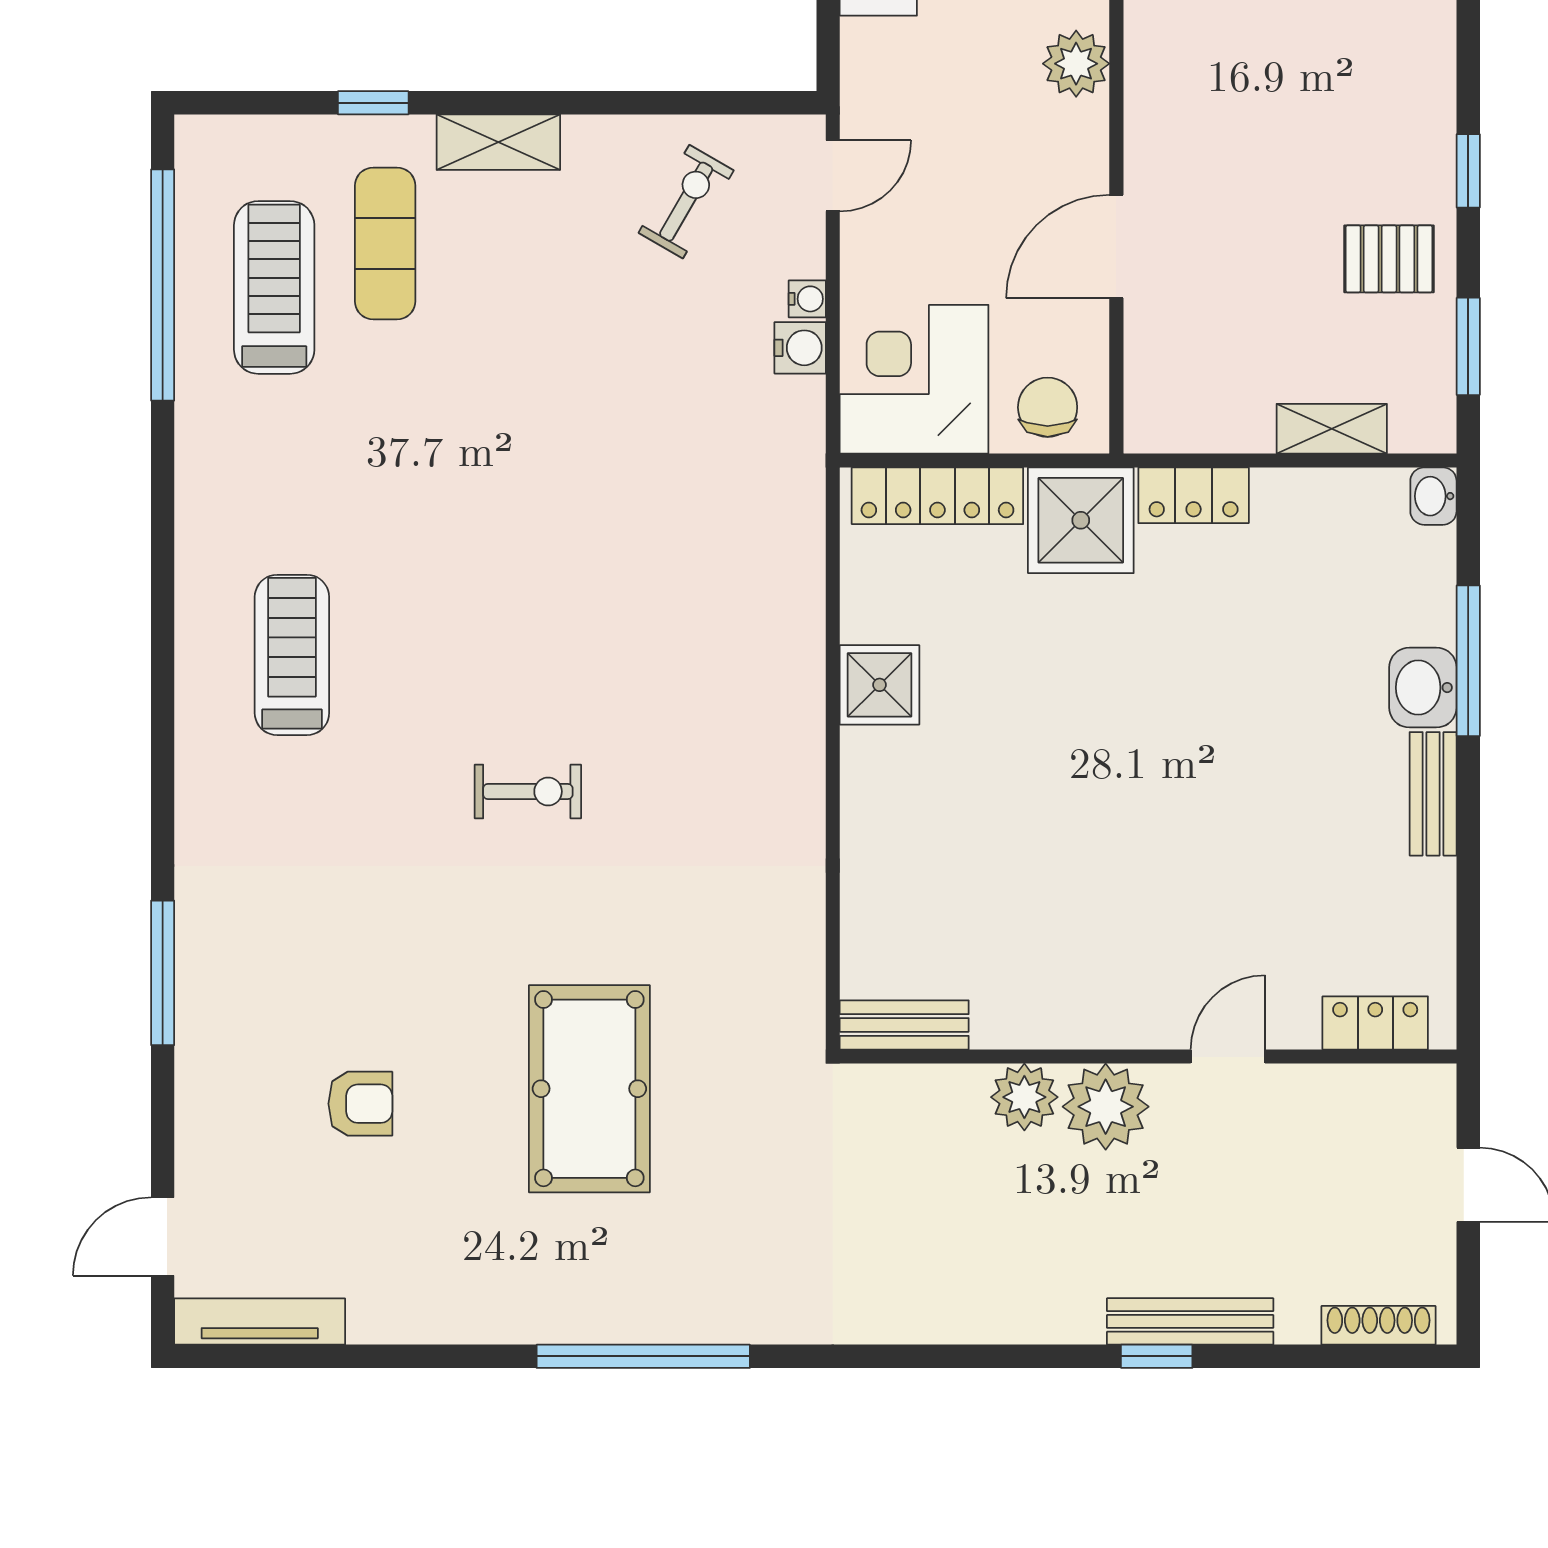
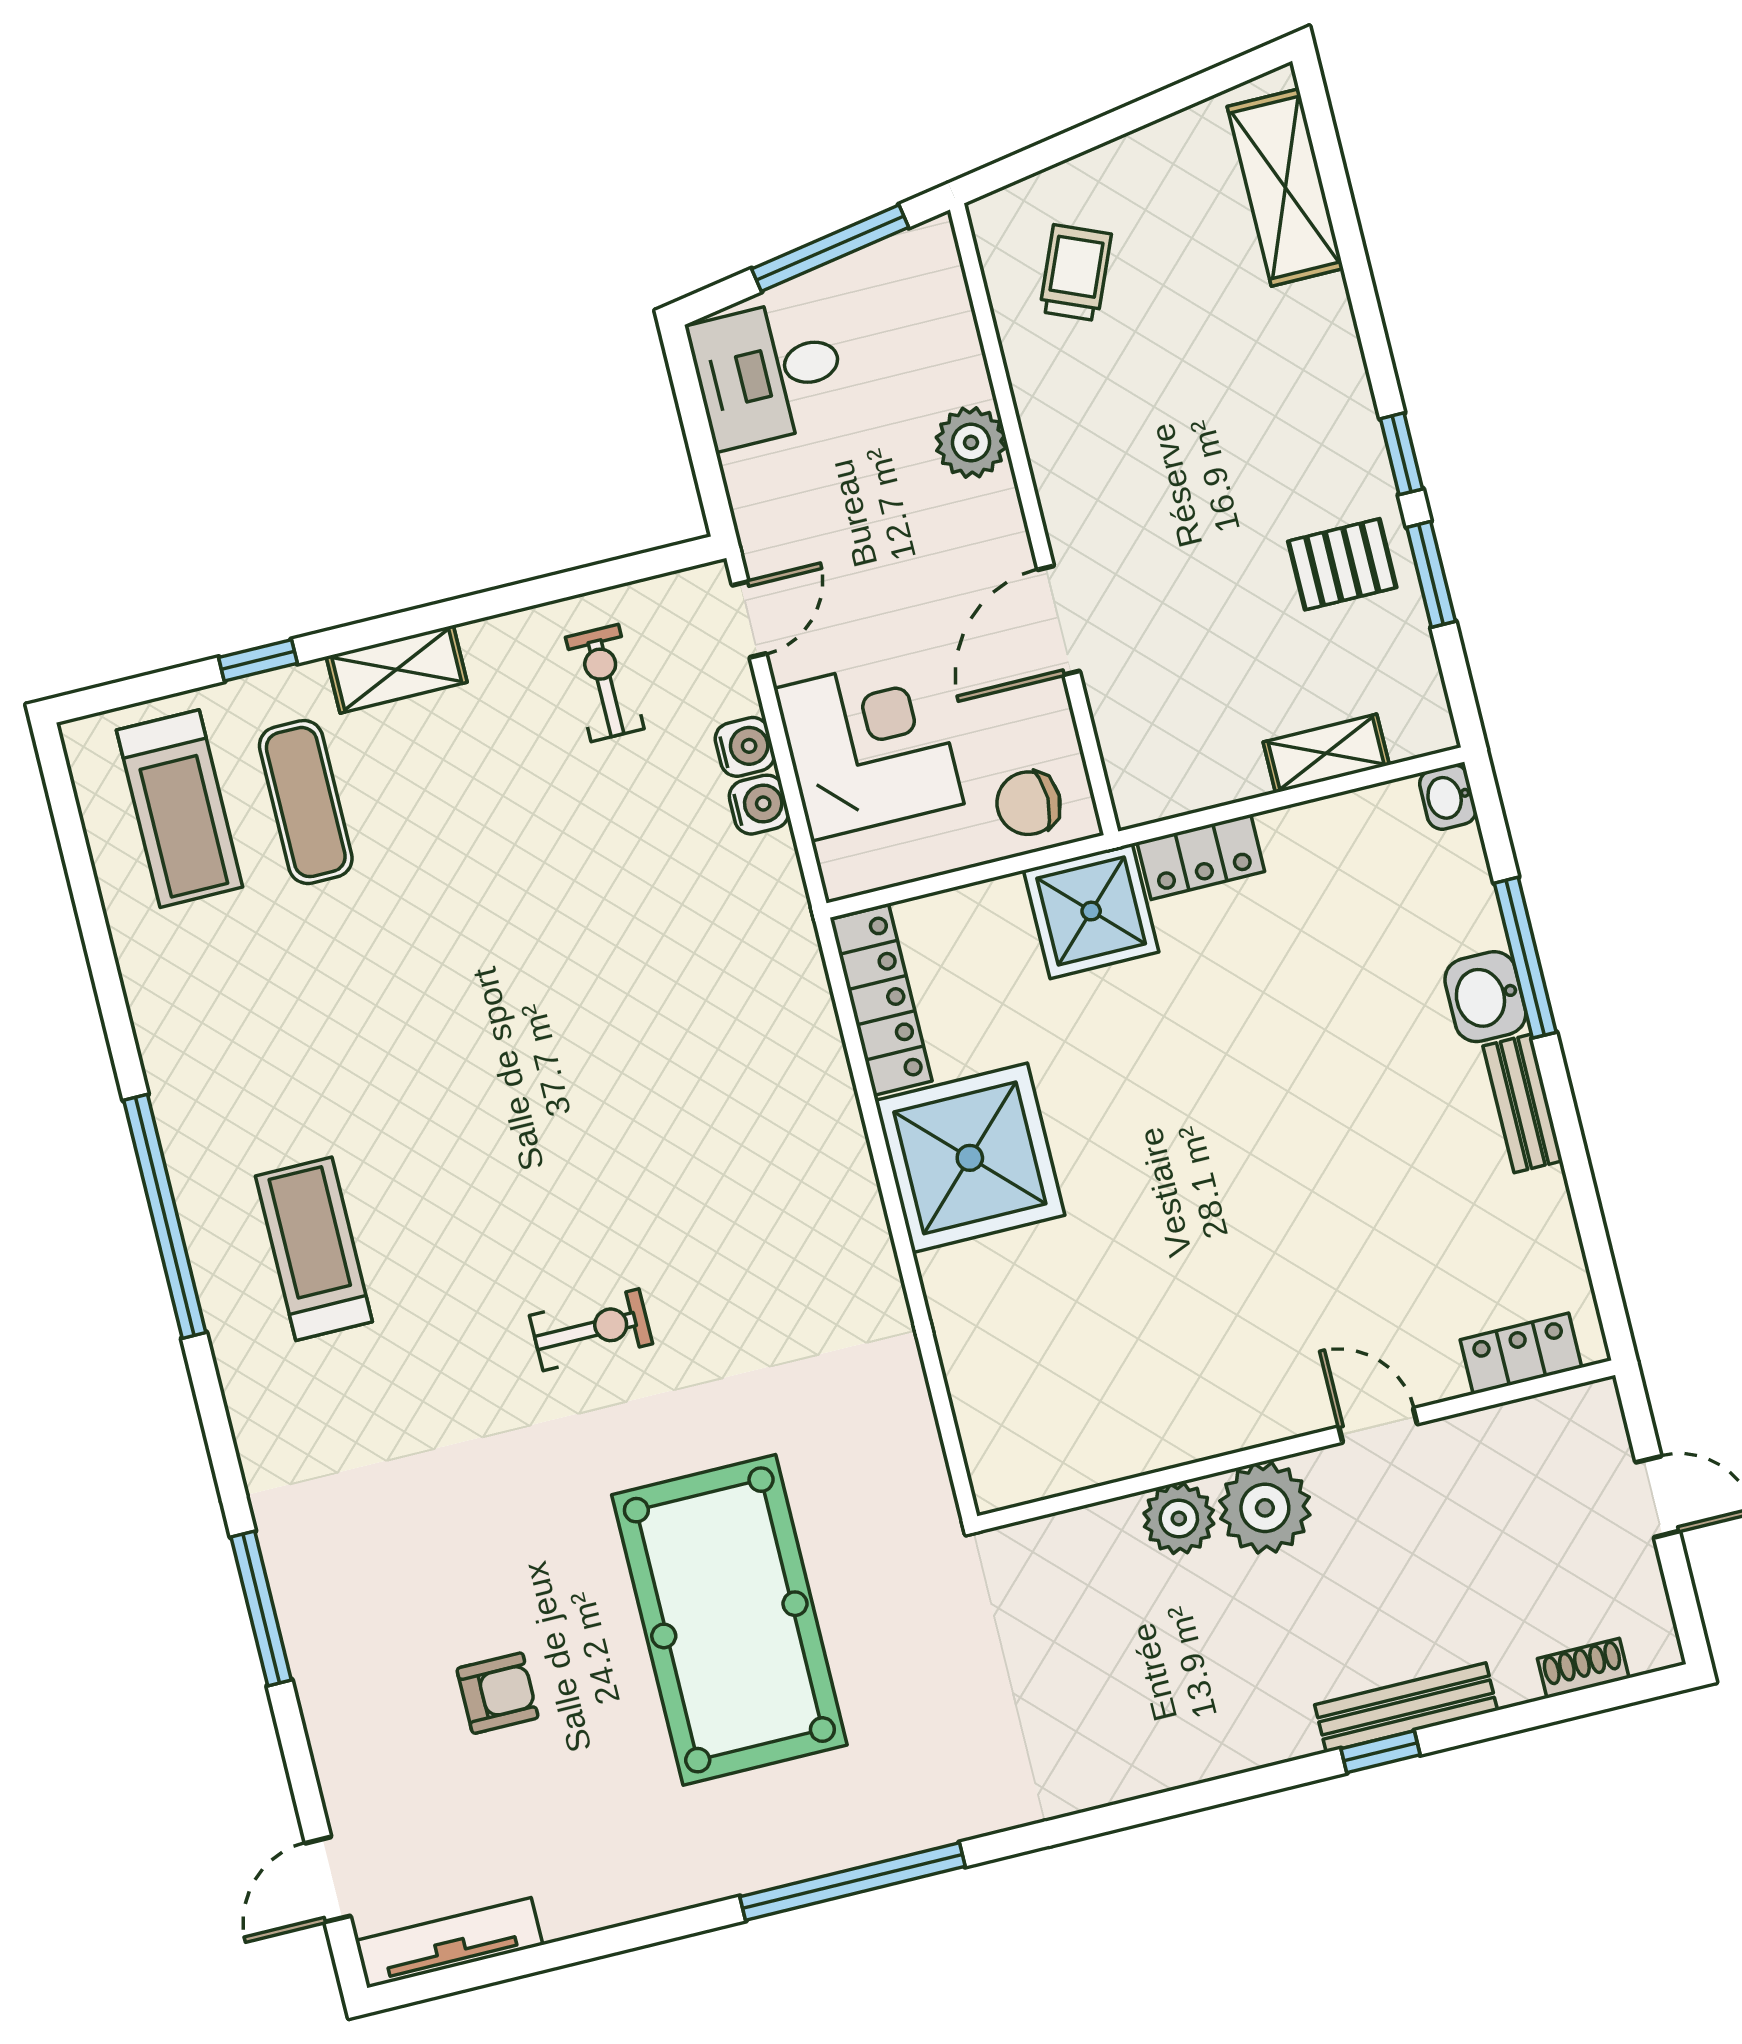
exercise bike: (686, 202) -> (605, 683), turned -30
window: (163, 285) -> (165, 1216), moved
treadmill: (274, 287) -> (180, 809), moved, turned 180
water cooler: (807, 299) -> (745, 747), width x1.38, depth x1.38
window: (1468, 346) -> (1431, 574), moved
corner desk: (914, 379) -> (869, 746), moved, turned 90
chair: (1048, 407) -> (1029, 803), turned -90
locker: (937, 496) -> (881, 1000), moved, turned -90
shower: (880, 685) -> (970, 1158), width x1.86, depth x1.86
bench: (904, 1025) -> (1037, 1475), removed
door: (1228, 1057) -> (1378, 1425), hinge flipped
pool table: (589, 1089) -> (729, 1620), width x1.36, depth x1.32
shoe rack: (1378, 1325) -> (1583, 1668), width x0.70

